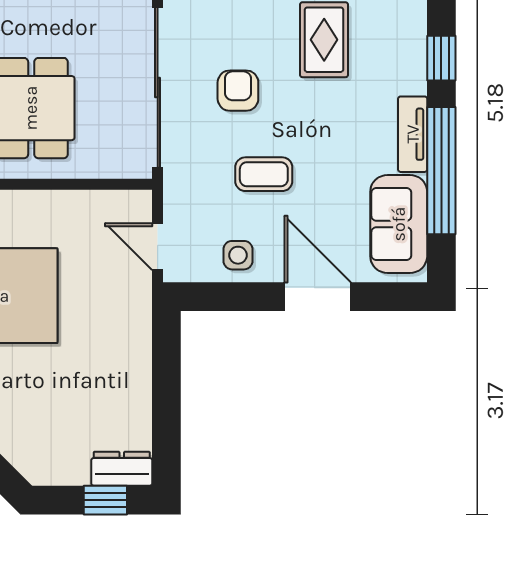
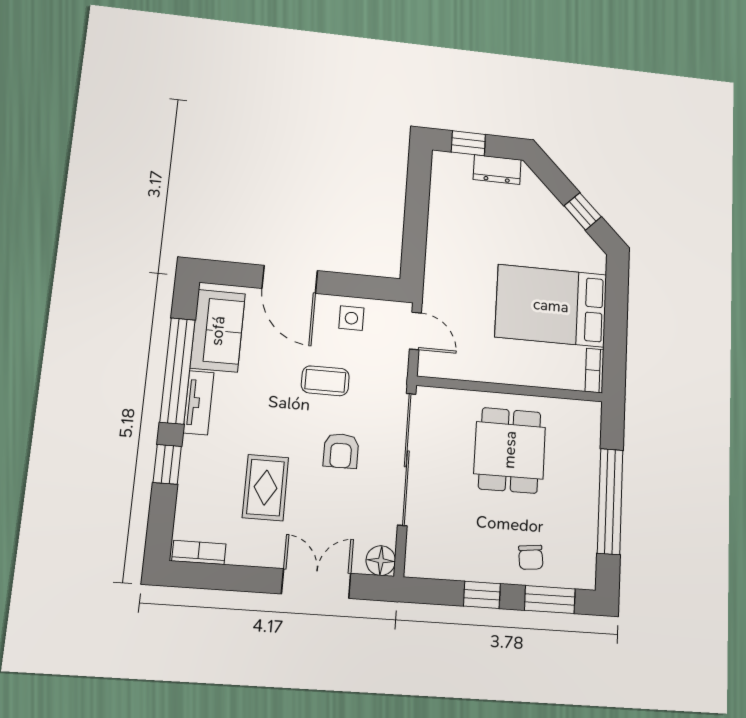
dresser: (122, 469) -> (497, 170), moved

